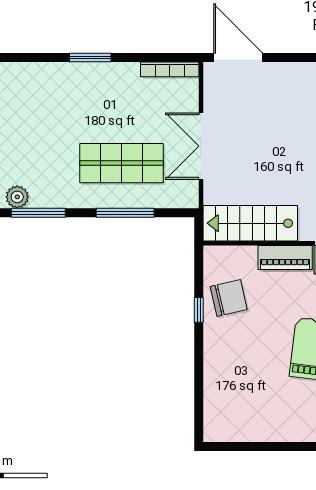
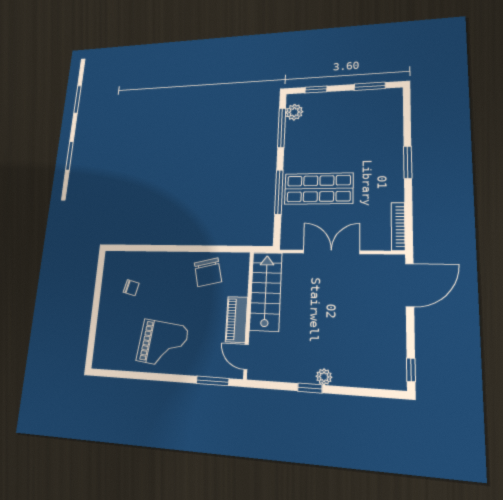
shop shelf: (122, 163) -> (319, 189), turned 90
window: (199, 310) -> (201, 249), removed
chair: (251, 399) -> (131, 288), added

